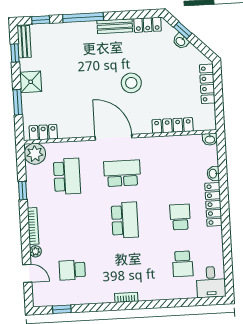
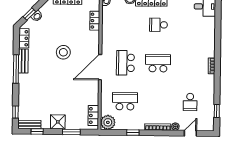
window: (83, 18) -> (16, 69), moved
locker: (173, 125) -> (95, 21), width x0.66
school desk: (183, 264) -> (191, 25), removed

